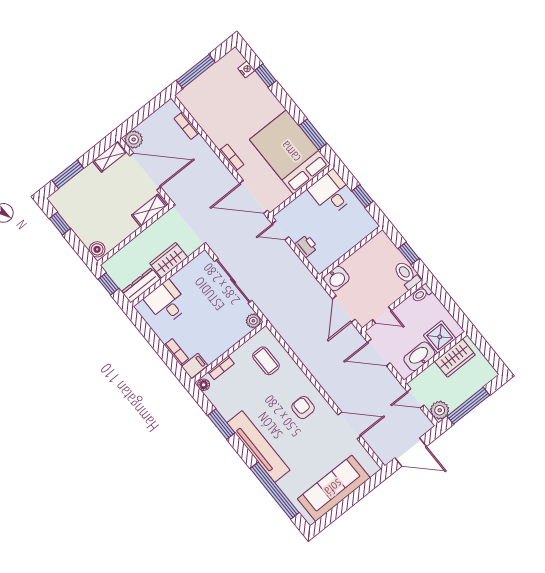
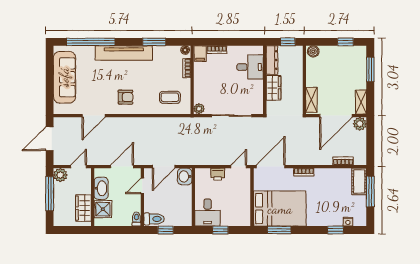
cot: (195, 92) -> (359, 181), added
desk: (331, 193) -> (208, 213), moved, turned 90
door: (344, 309) -> (164, 167), swing flipped

